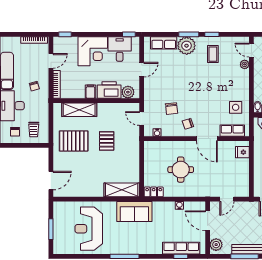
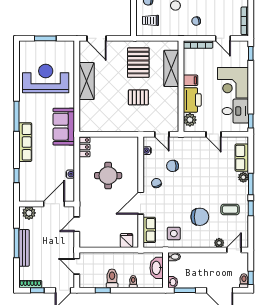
plant: (187, 46) -> (243, 177), width x0.53, depth x0.53
chair: (220, 83) -> (200, 217), added
door: (142, 119) -> (162, 134), swing flipped
shelving: (122, 190) -> (87, 81), moved
door: (227, 199) -> (77, 224), hinge flipped
row of seats: (181, 248) -> (25, 142), moved

